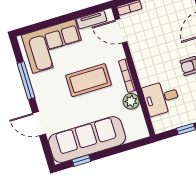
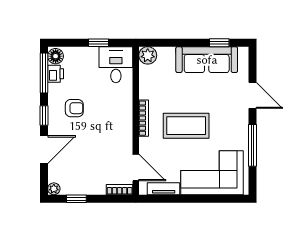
desk: (161, 98) -> (116, 65), moved, turned -90
plant: (131, 101) -> (148, 55), moved
sofa: (87, 140) -> (207, 60), width x0.74, depth x0.79

